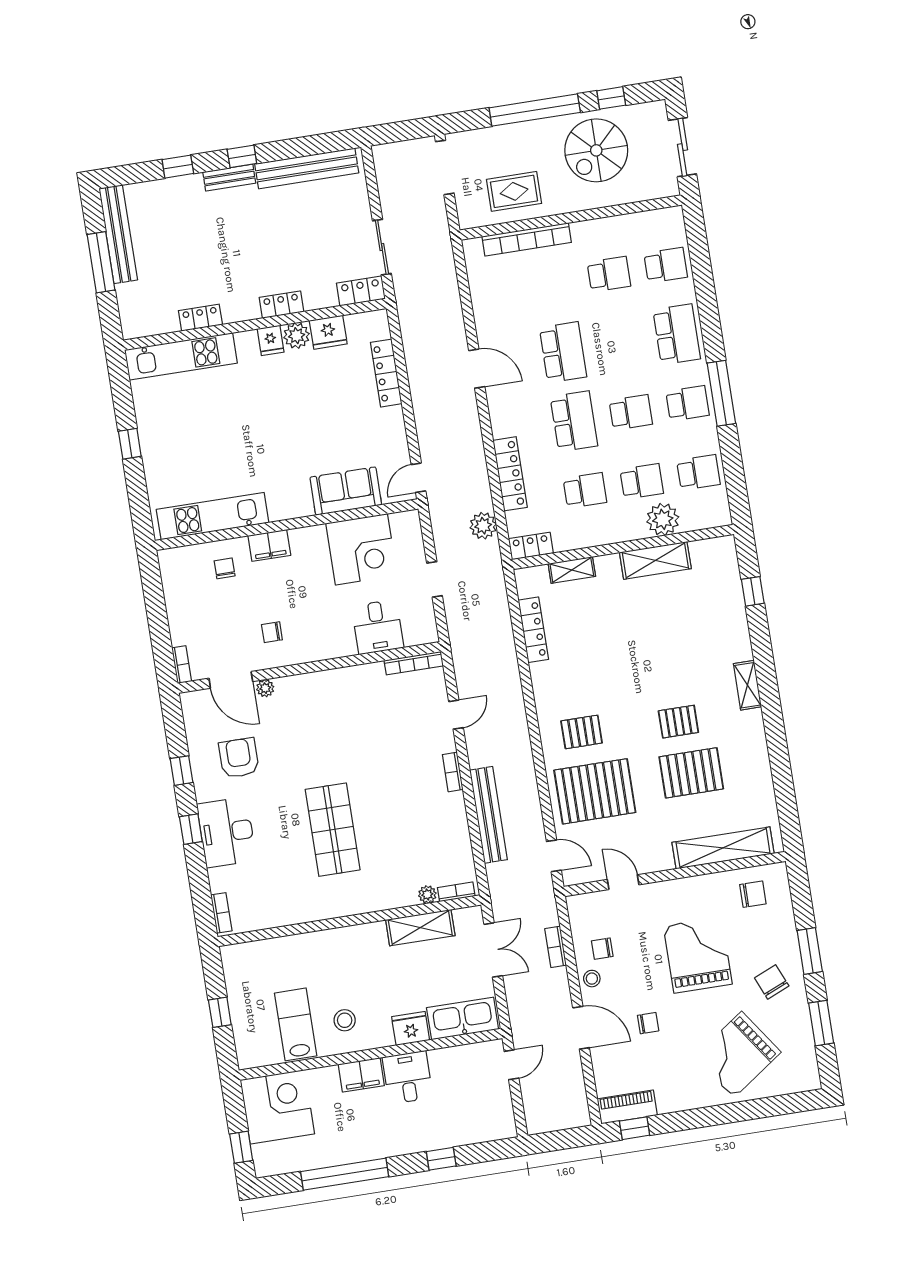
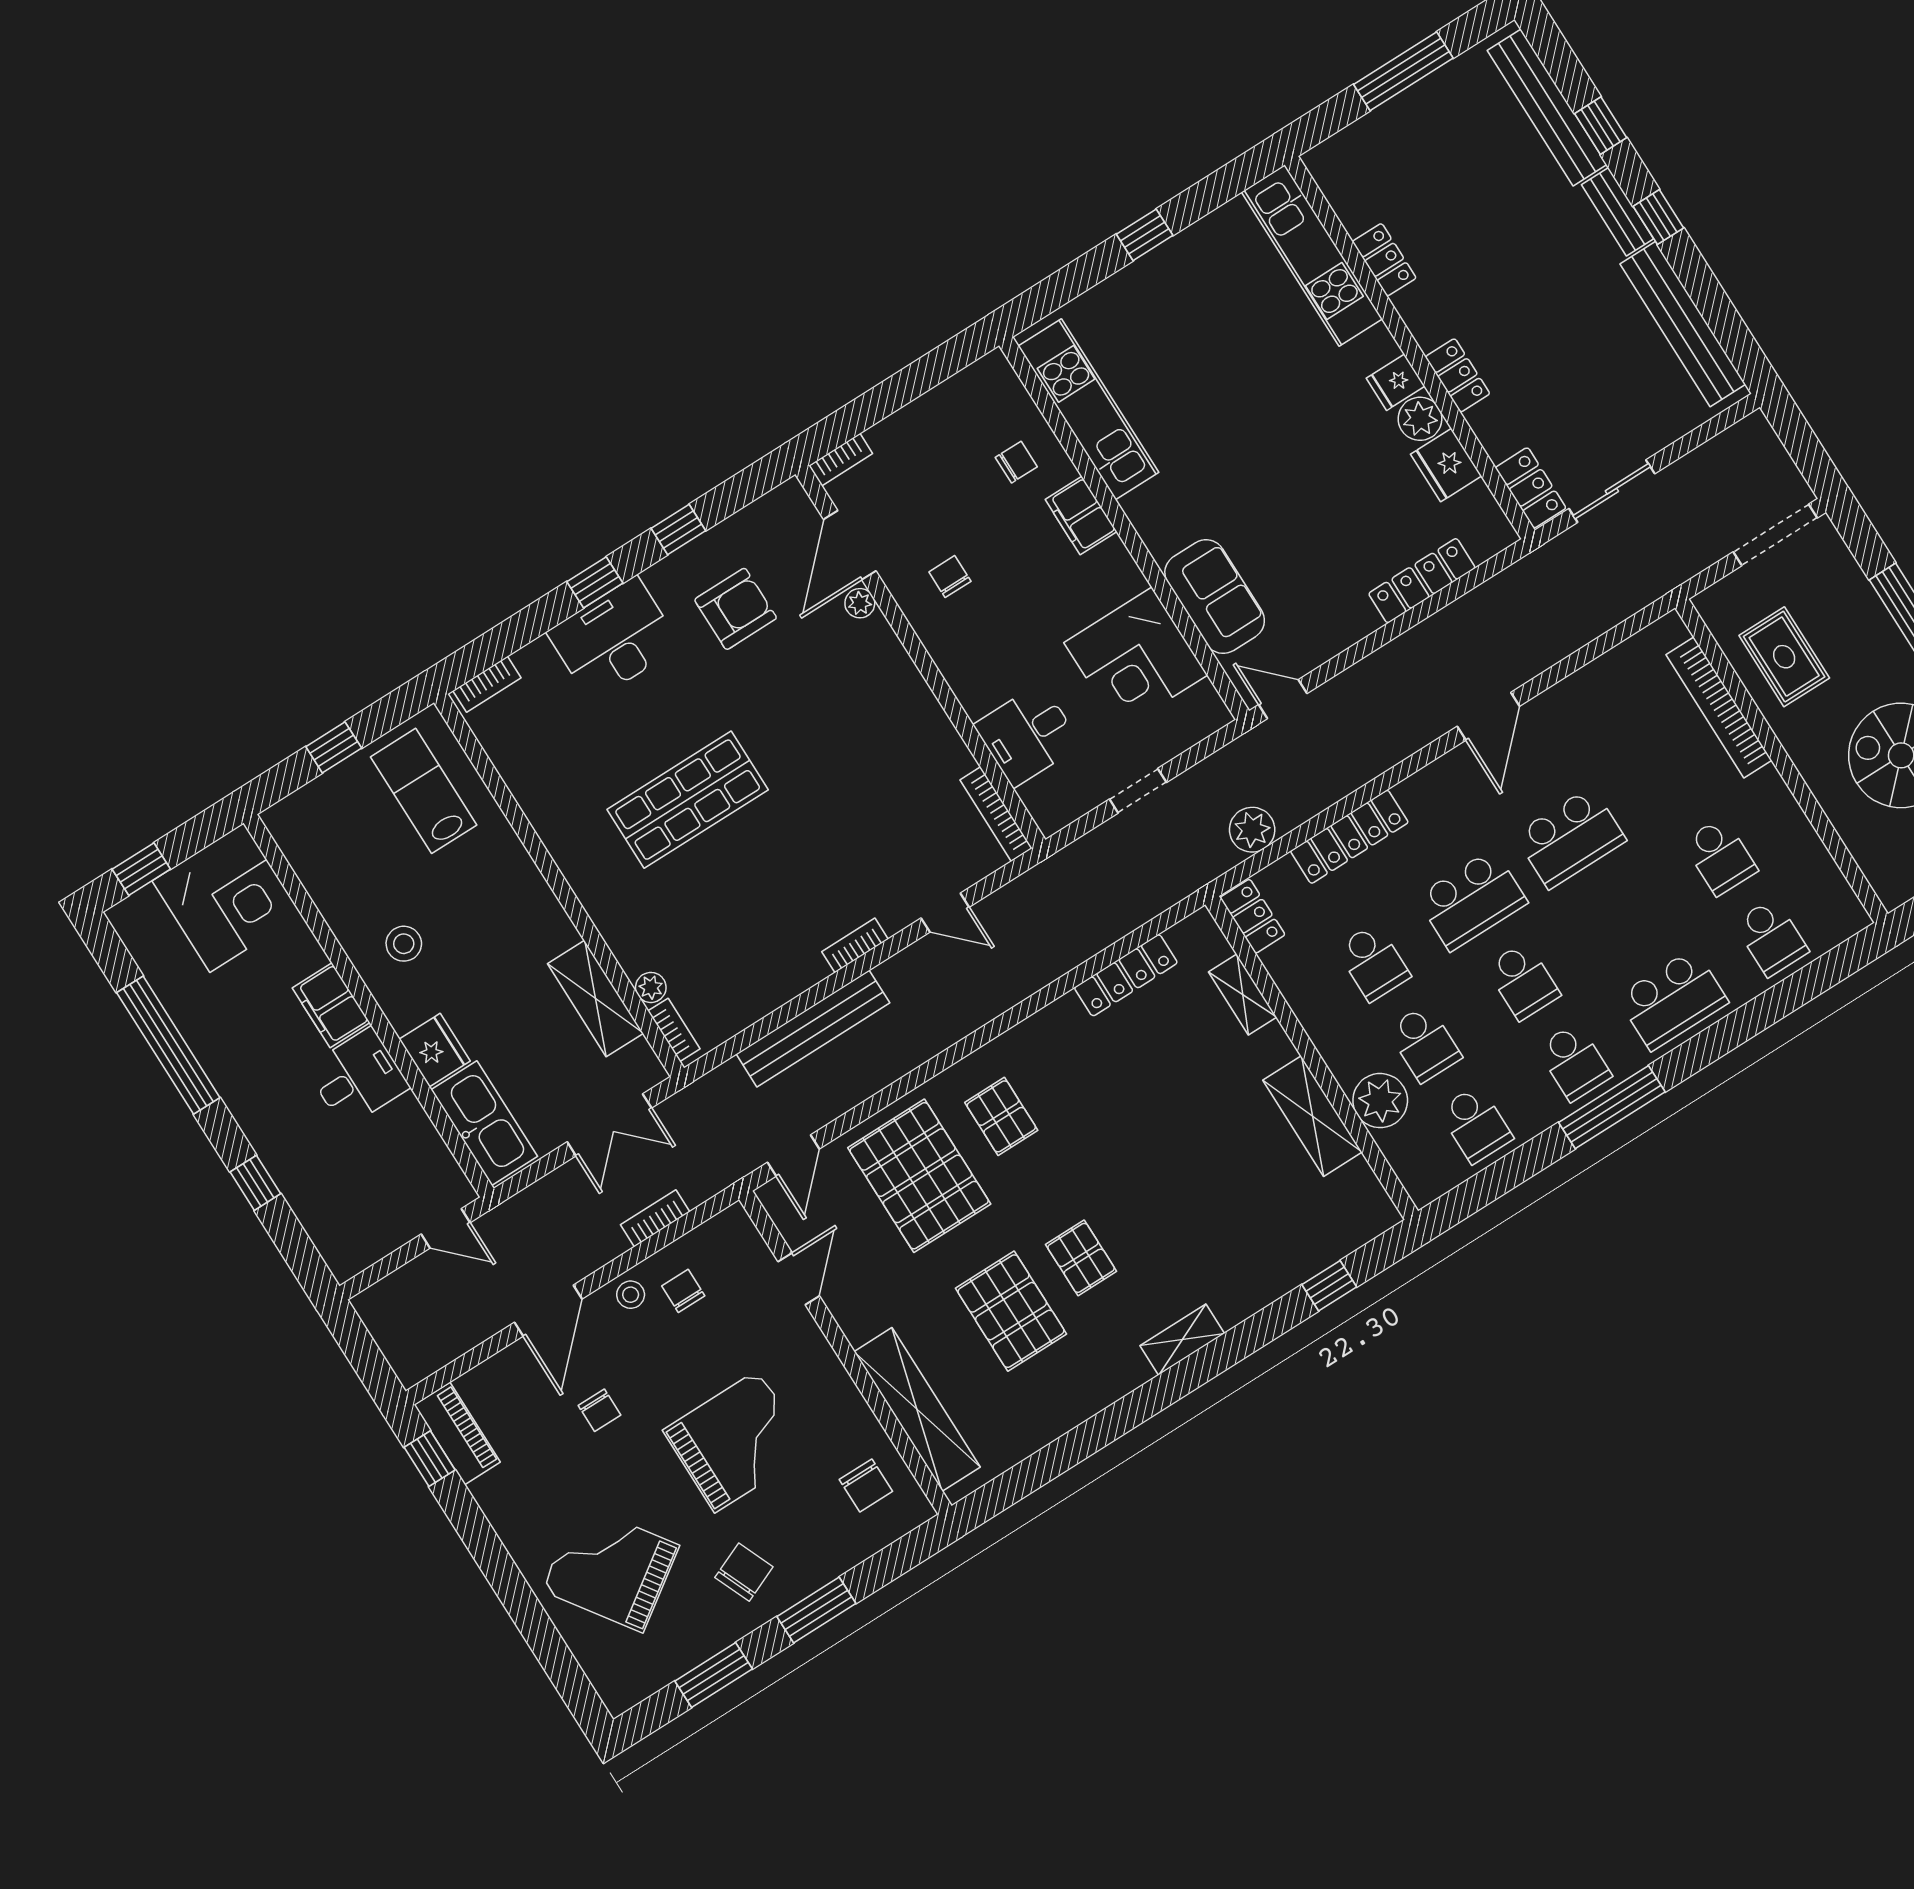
bench: (118, 234) -> (1547, 107), moved, turned 90
lab bench: (296, 1024) -> (424, 791), moved, turned -90

